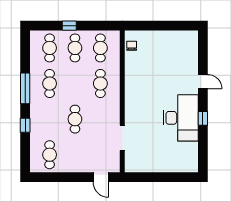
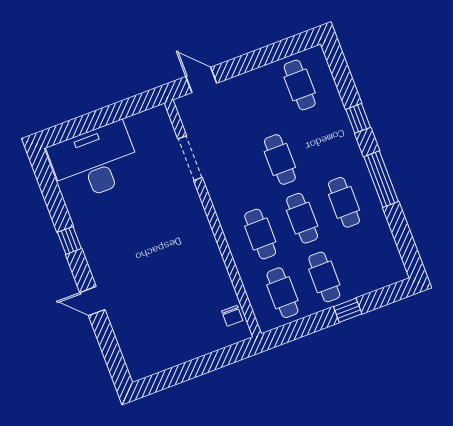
cafe table: (50, 48) -> (302, 218), moved
desk: (181, 118) -> (95, 162), moved, turned 90

